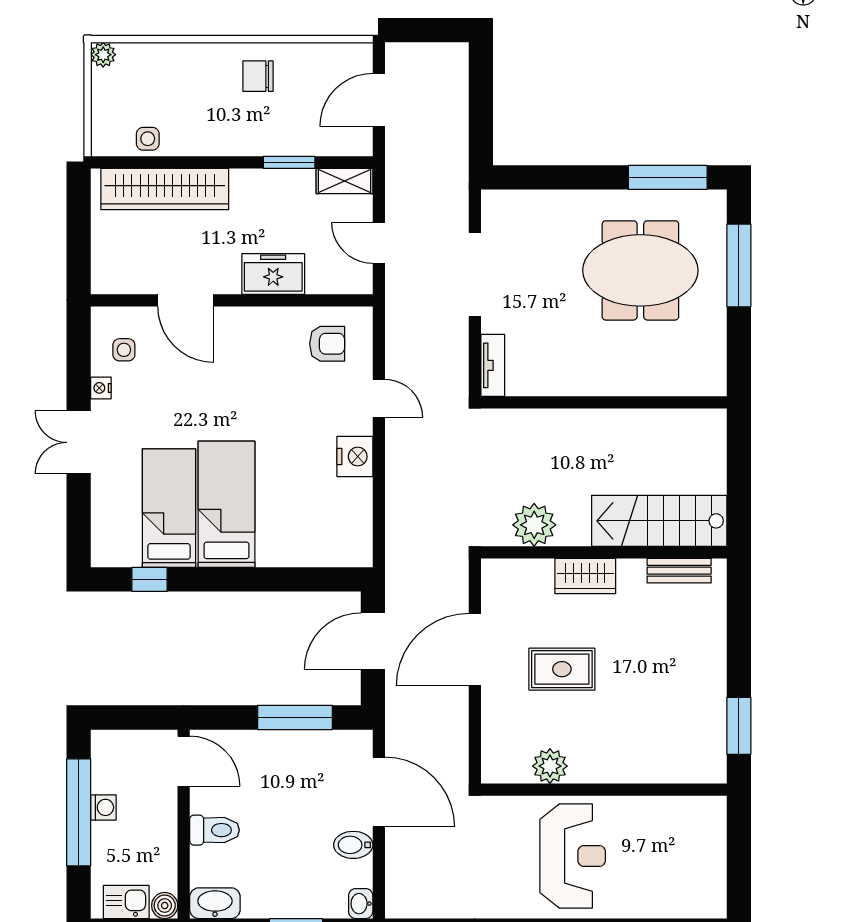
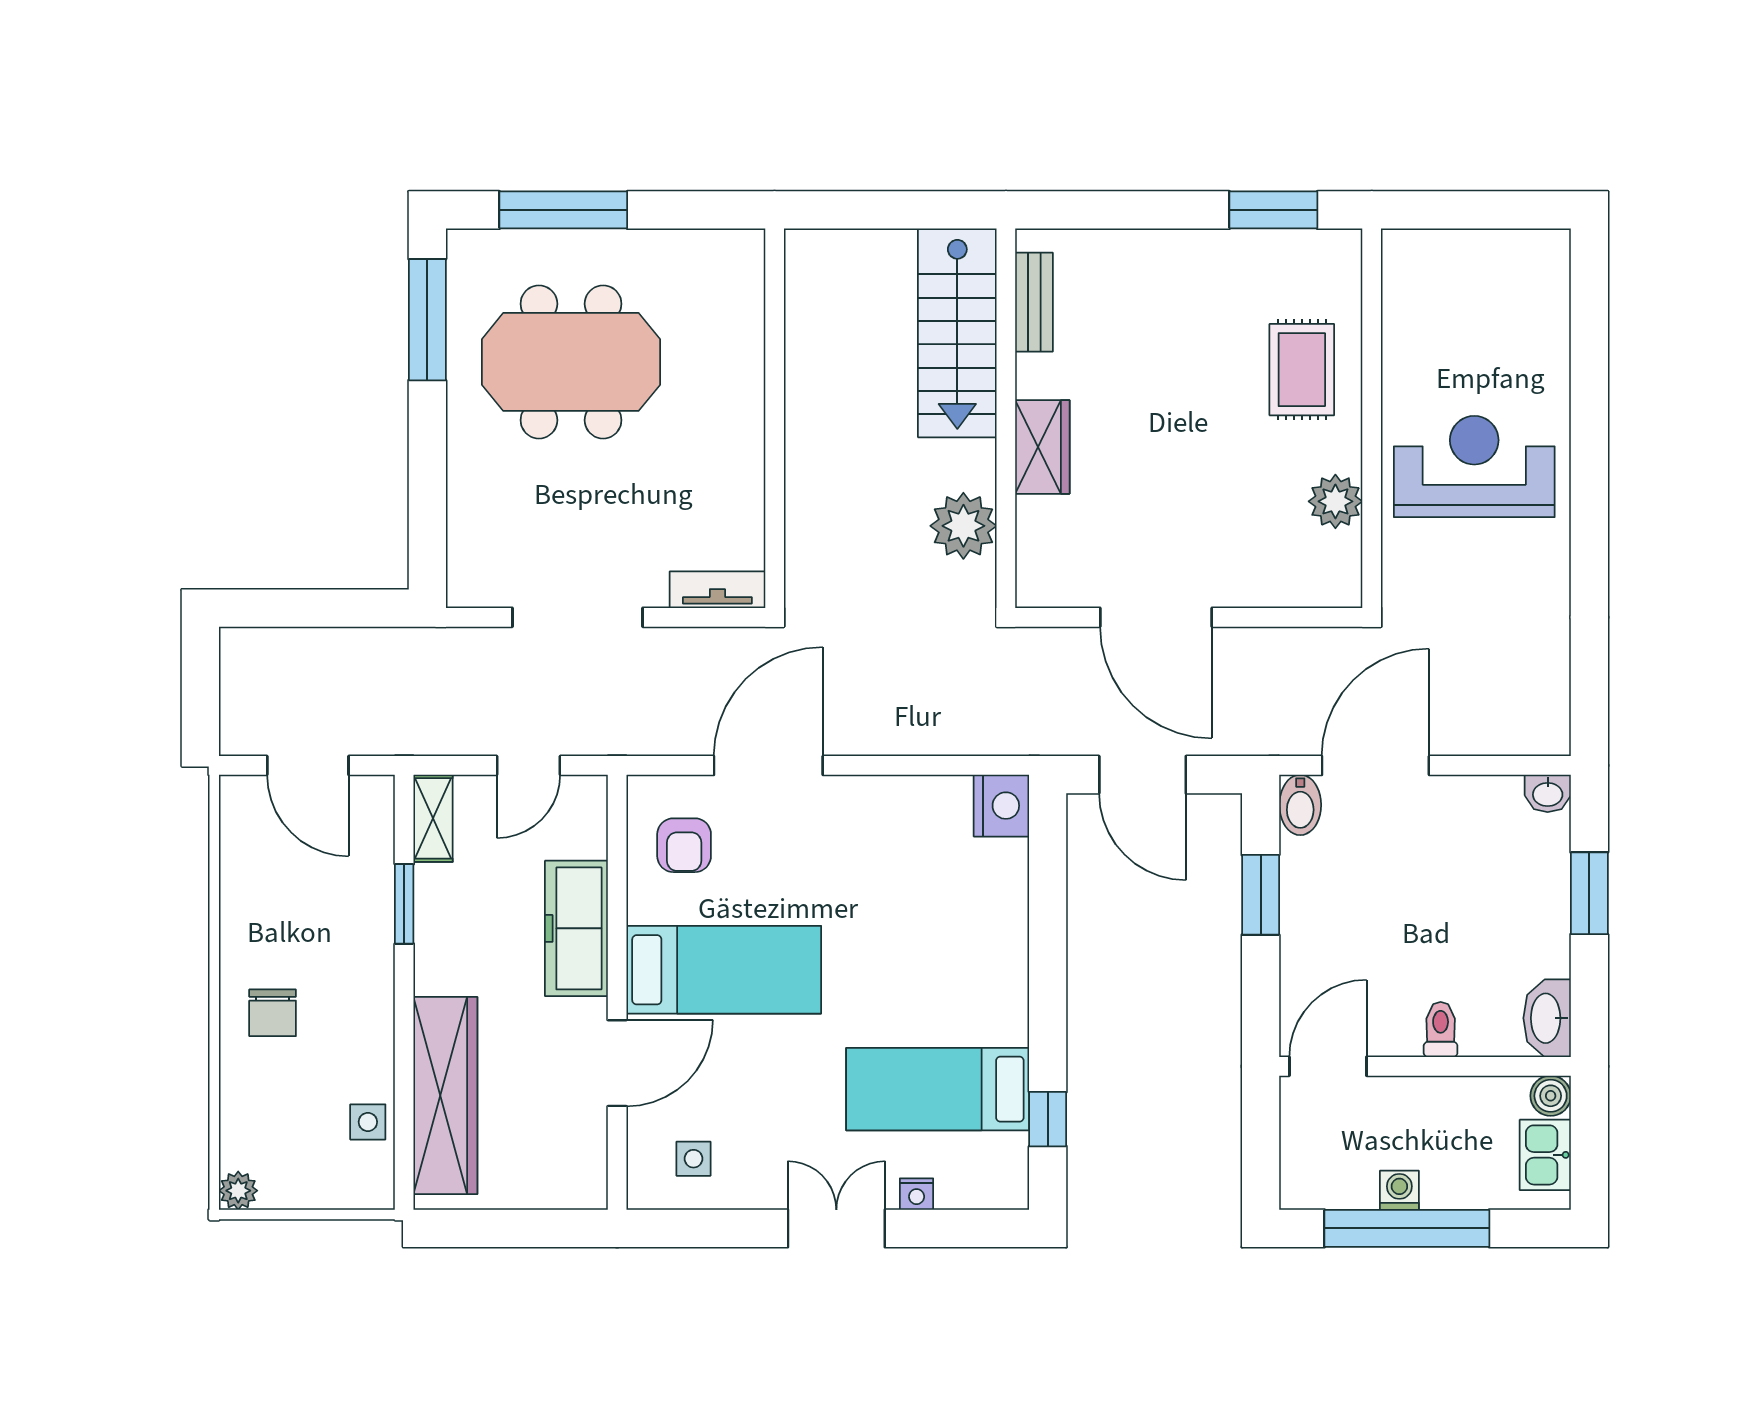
chair: (258, 76) -> (273, 1013), moved
meeting table: (640, 270) -> (571, 362), turned 90
freezer: (273, 274) -> (576, 928), width x1.40
armchair: (327, 344) -> (684, 845), turned 180
nightstand: (101, 388) -> (917, 1194), moved
door: (379, 398) -> (768, 765), width x1.88
double door: (79, 442) -> (836, 1228), swing flipped
nightstand: (355, 457) -> (1001, 806), moved, turned 90
bed: (227, 504) -> (724, 970), moved, turned 180
rug: (562, 669) -> (1302, 370), moved
window: (295, 718) -> (1261, 895), width x0.69
toilet: (215, 830) -> (1441, 1030), width x0.73, depth x0.72
bidet: (353, 845) -> (1300, 805), moved

